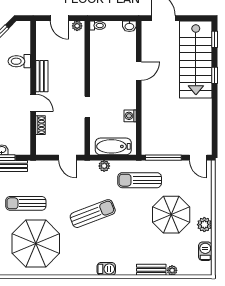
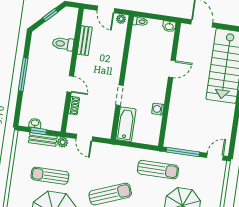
bench: (42, 76) -> (85, 41), moved
bathtub: (113, 146) -> (126, 124), moved, turned 90
door: (67, 158) -> (84, 138), moved
door: (198, 158) -> (215, 157), swing flipped
plant: (104, 166) -> (63, 142), moved
sun lounger: (140, 180) -> (158, 170), turned 180

